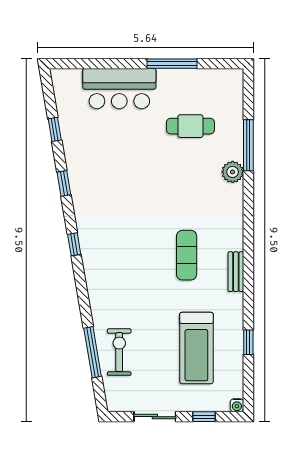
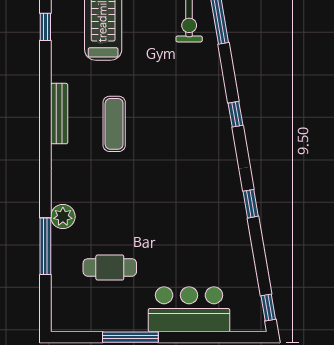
window: (55, 129) -> (268, 307), moved
window: (74, 244) -> (235, 114), moved
bench: (236, 272) -> (59, 114), width x1.36

